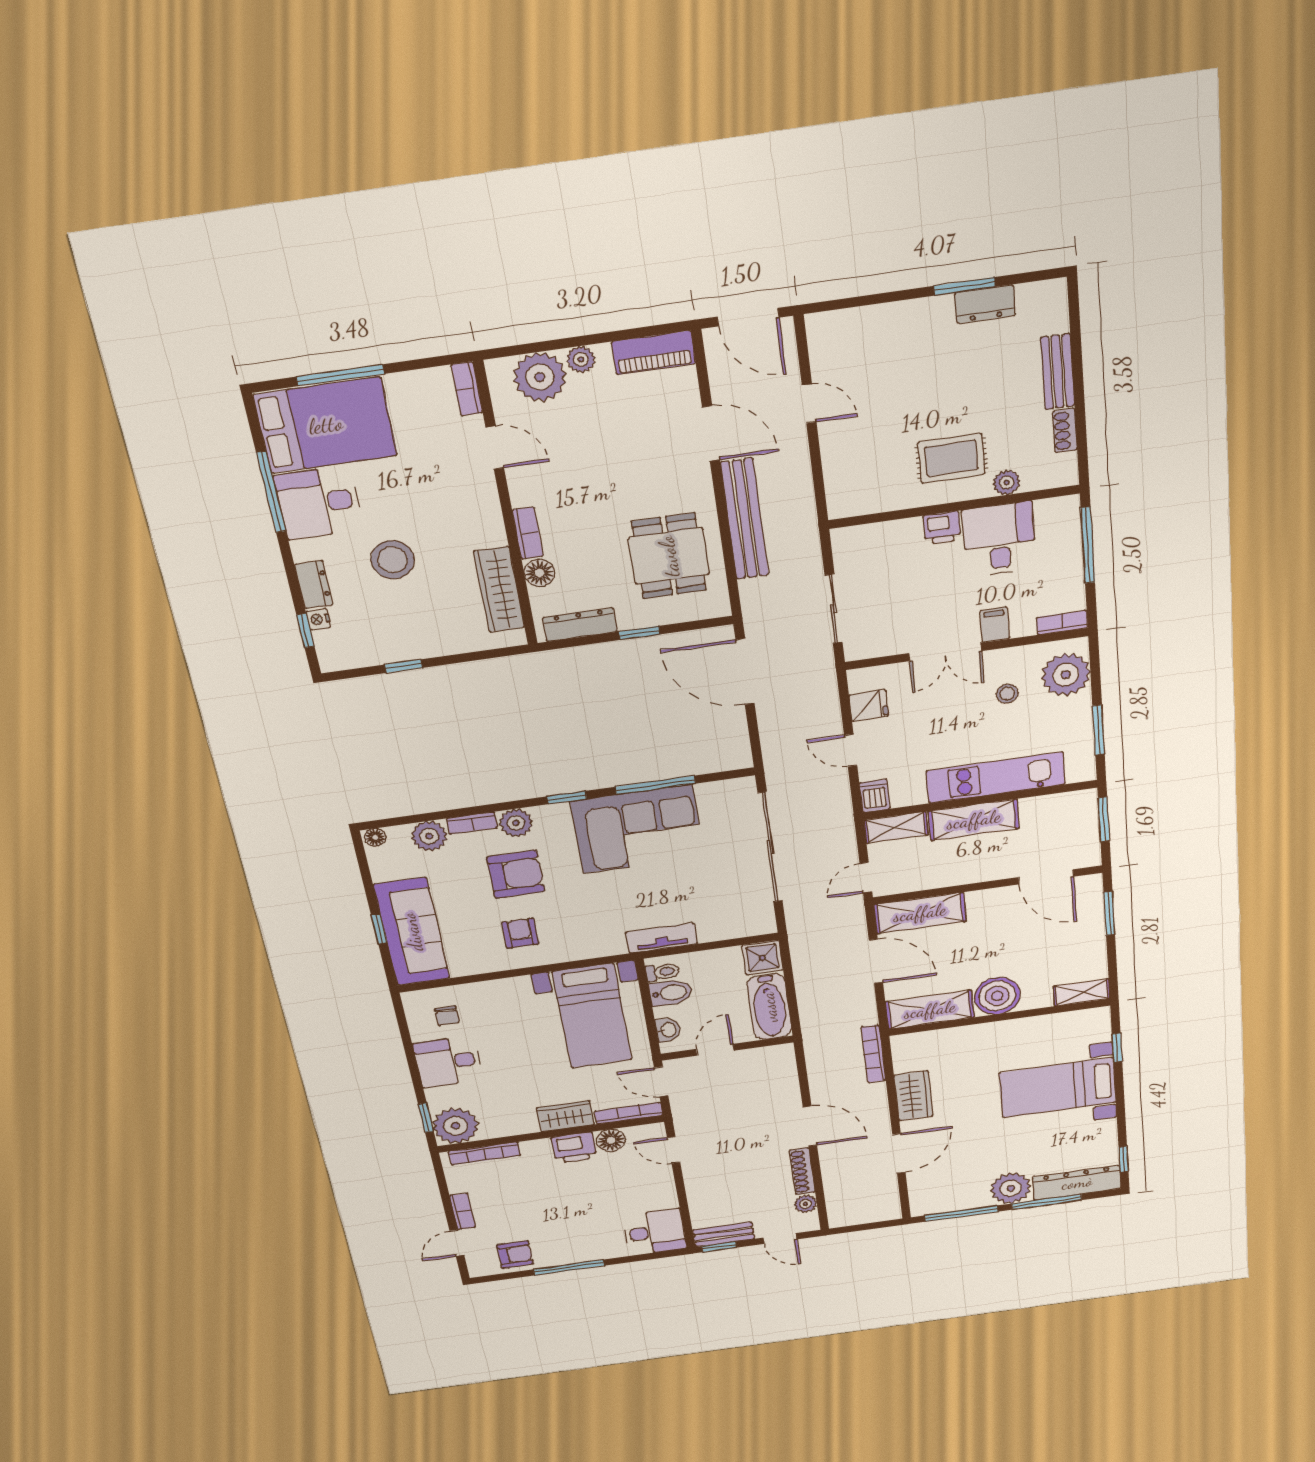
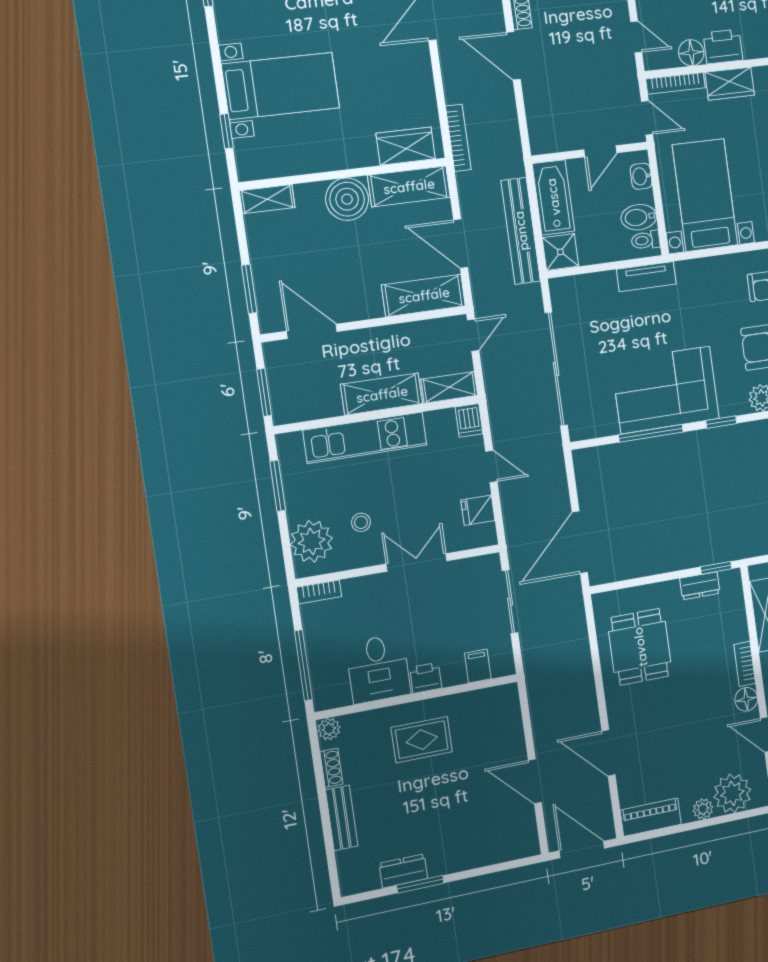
door: (809, 404) -> (535, 781), width x1.37
plant: (1007, 482) -> (329, 729), moved
bench: (745, 519) -> (521, 231), moved
floor lamp: (539, 573) -> (746, 699), moved
dresser: (580, 625) -> (700, 586), width x0.70
filing cabinet: (995, 625) -> (478, 666), moved, turned 180
window: (639, 633) -> (716, 568), moved
door: (745, 672) -> (580, 542), swing flipped
wardrobe: (914, 1096) -> (406, 146), moved, turned 90

